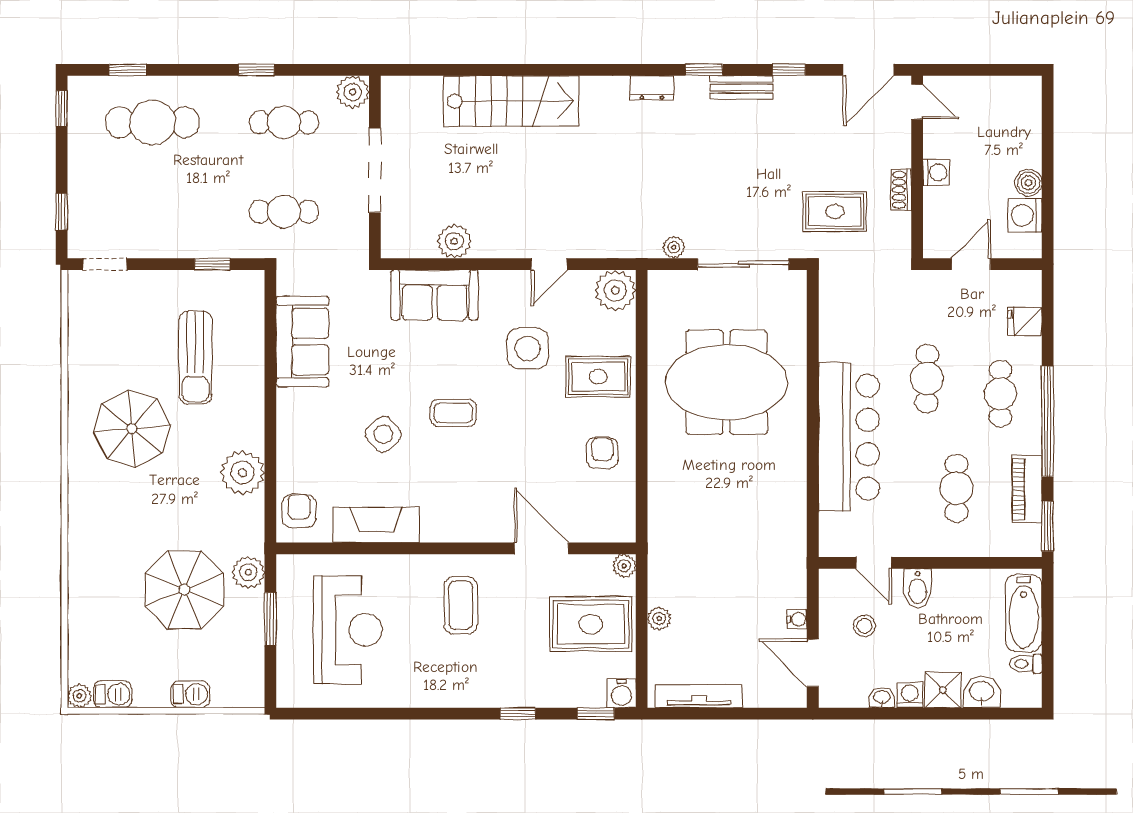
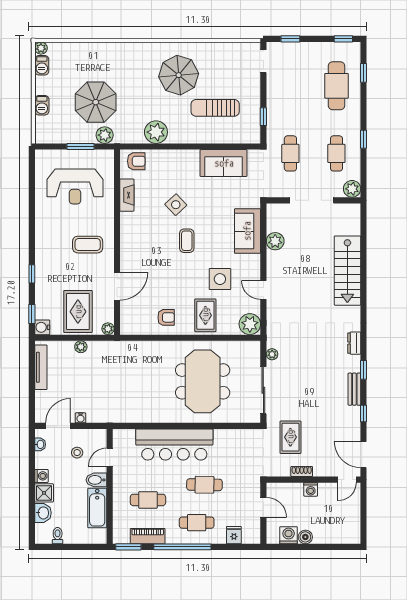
fireplace: (376, 525) -> (127, 195), width x0.73, depth x0.76
bathtub: (1024, 613) -> (97, 508), moved, turned -90
washbasin: (882, 698) -> (40, 444), moved

